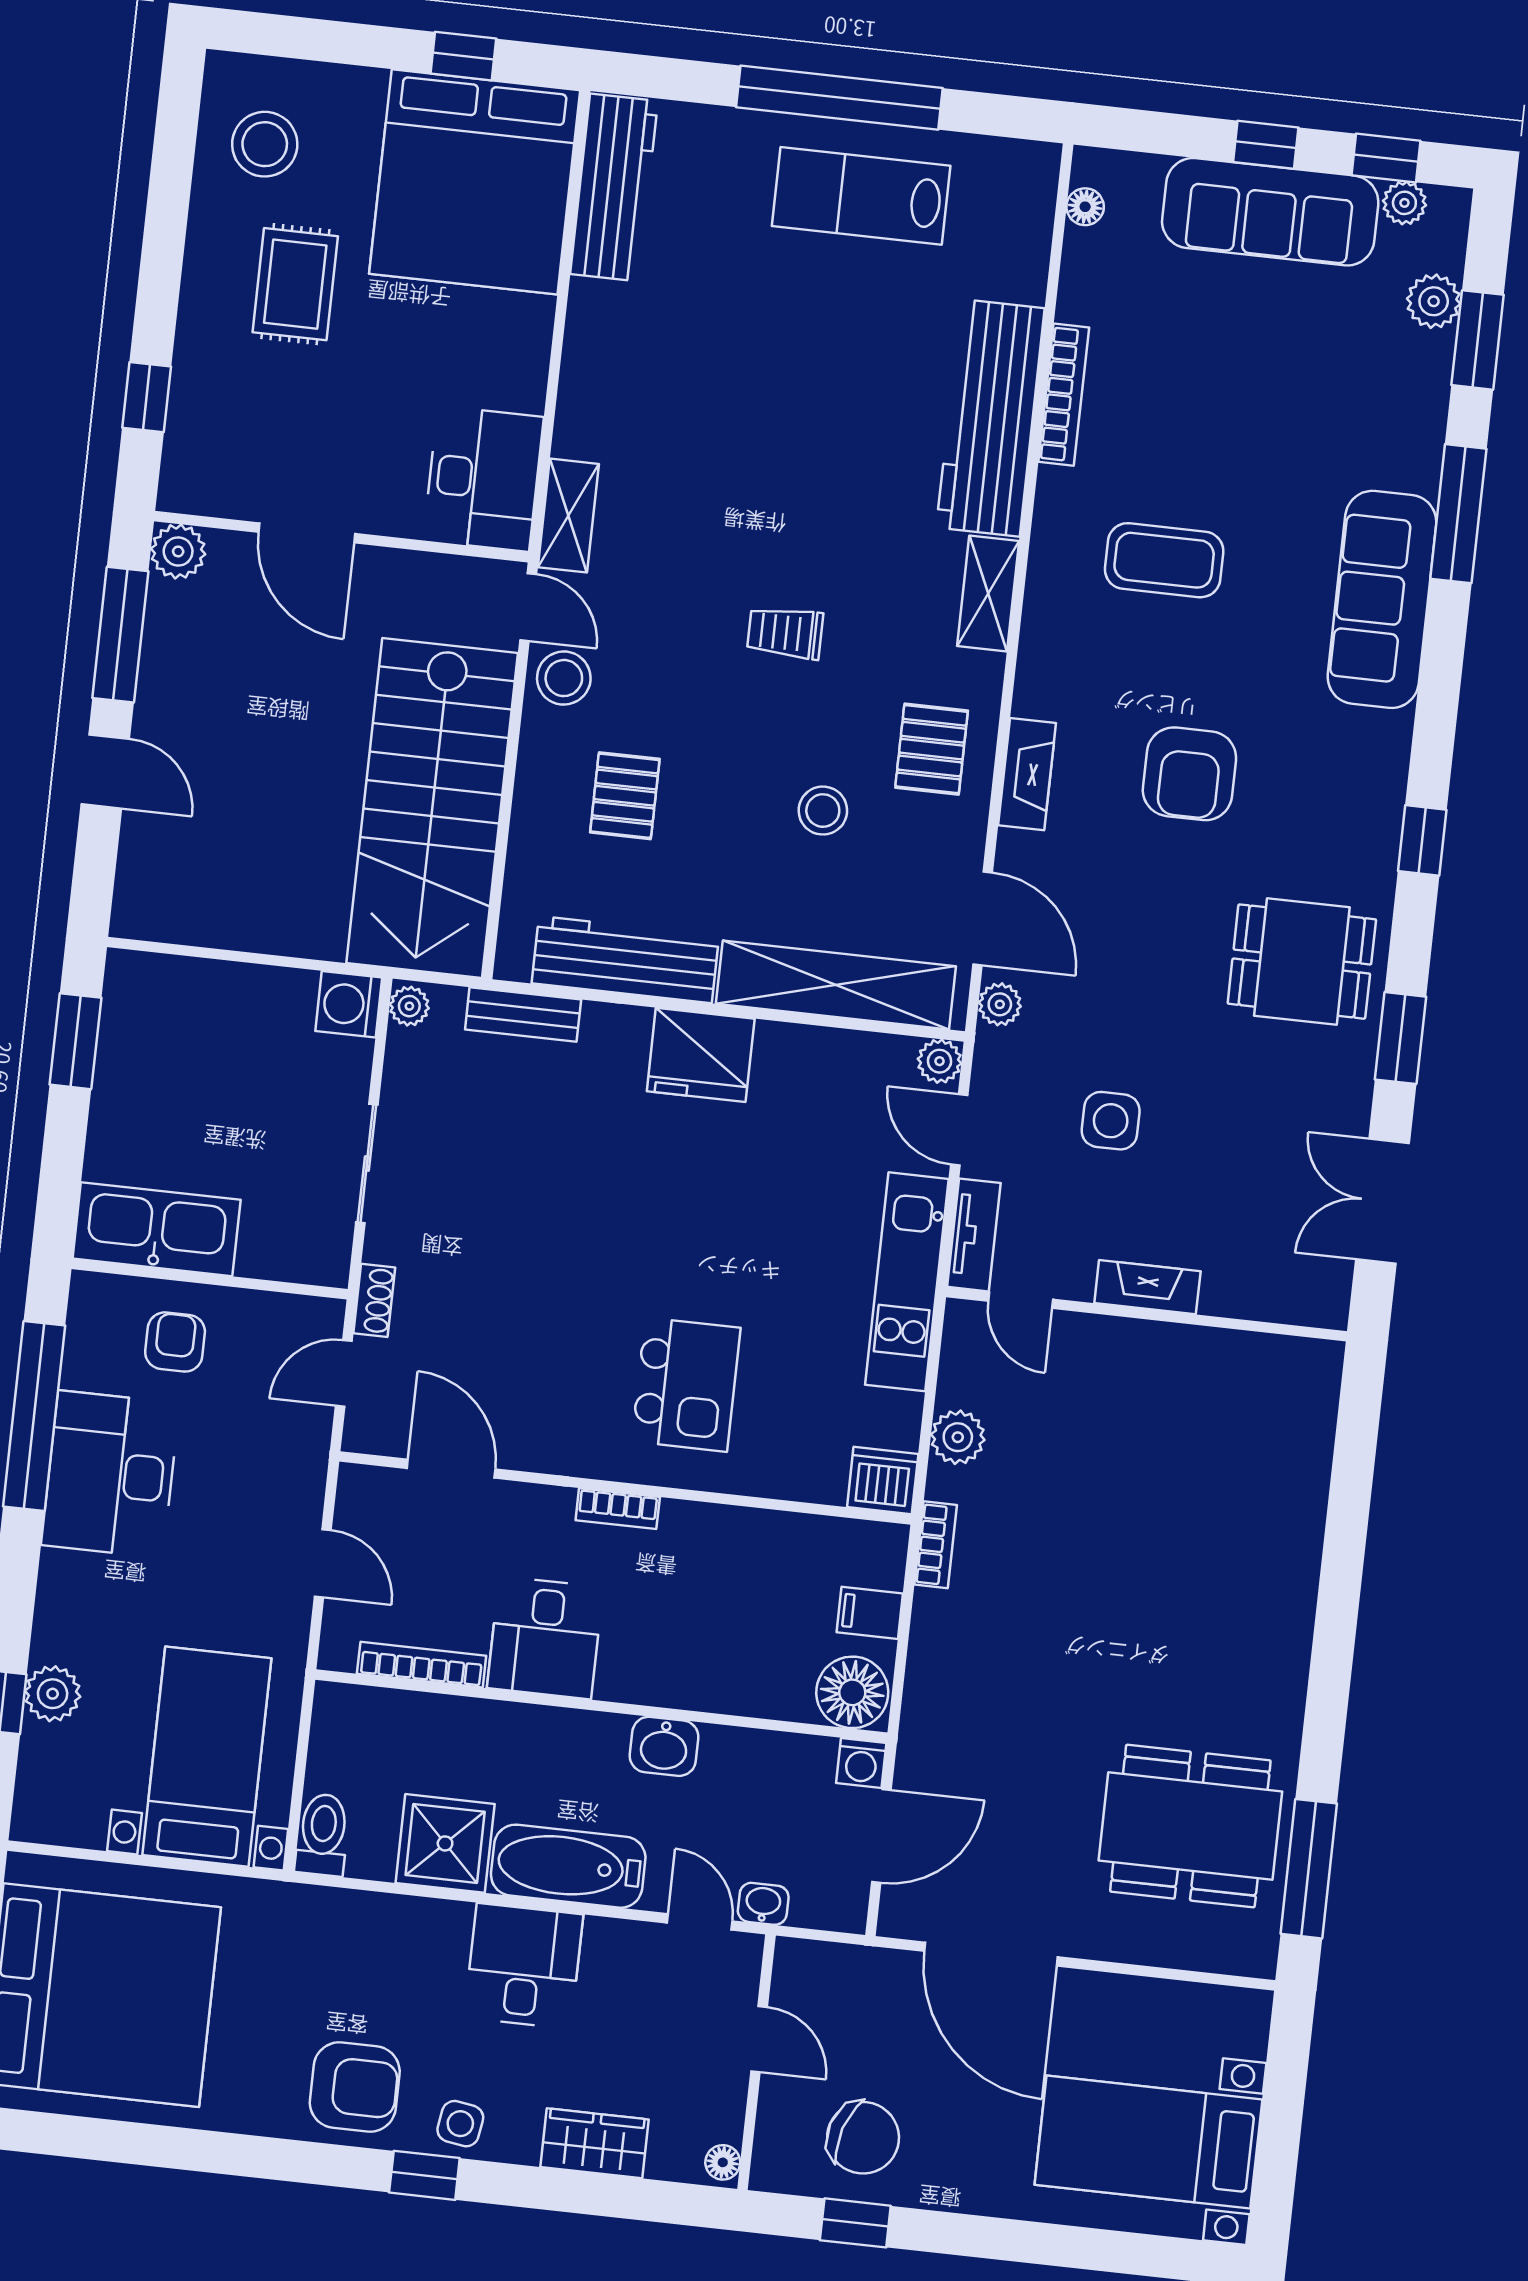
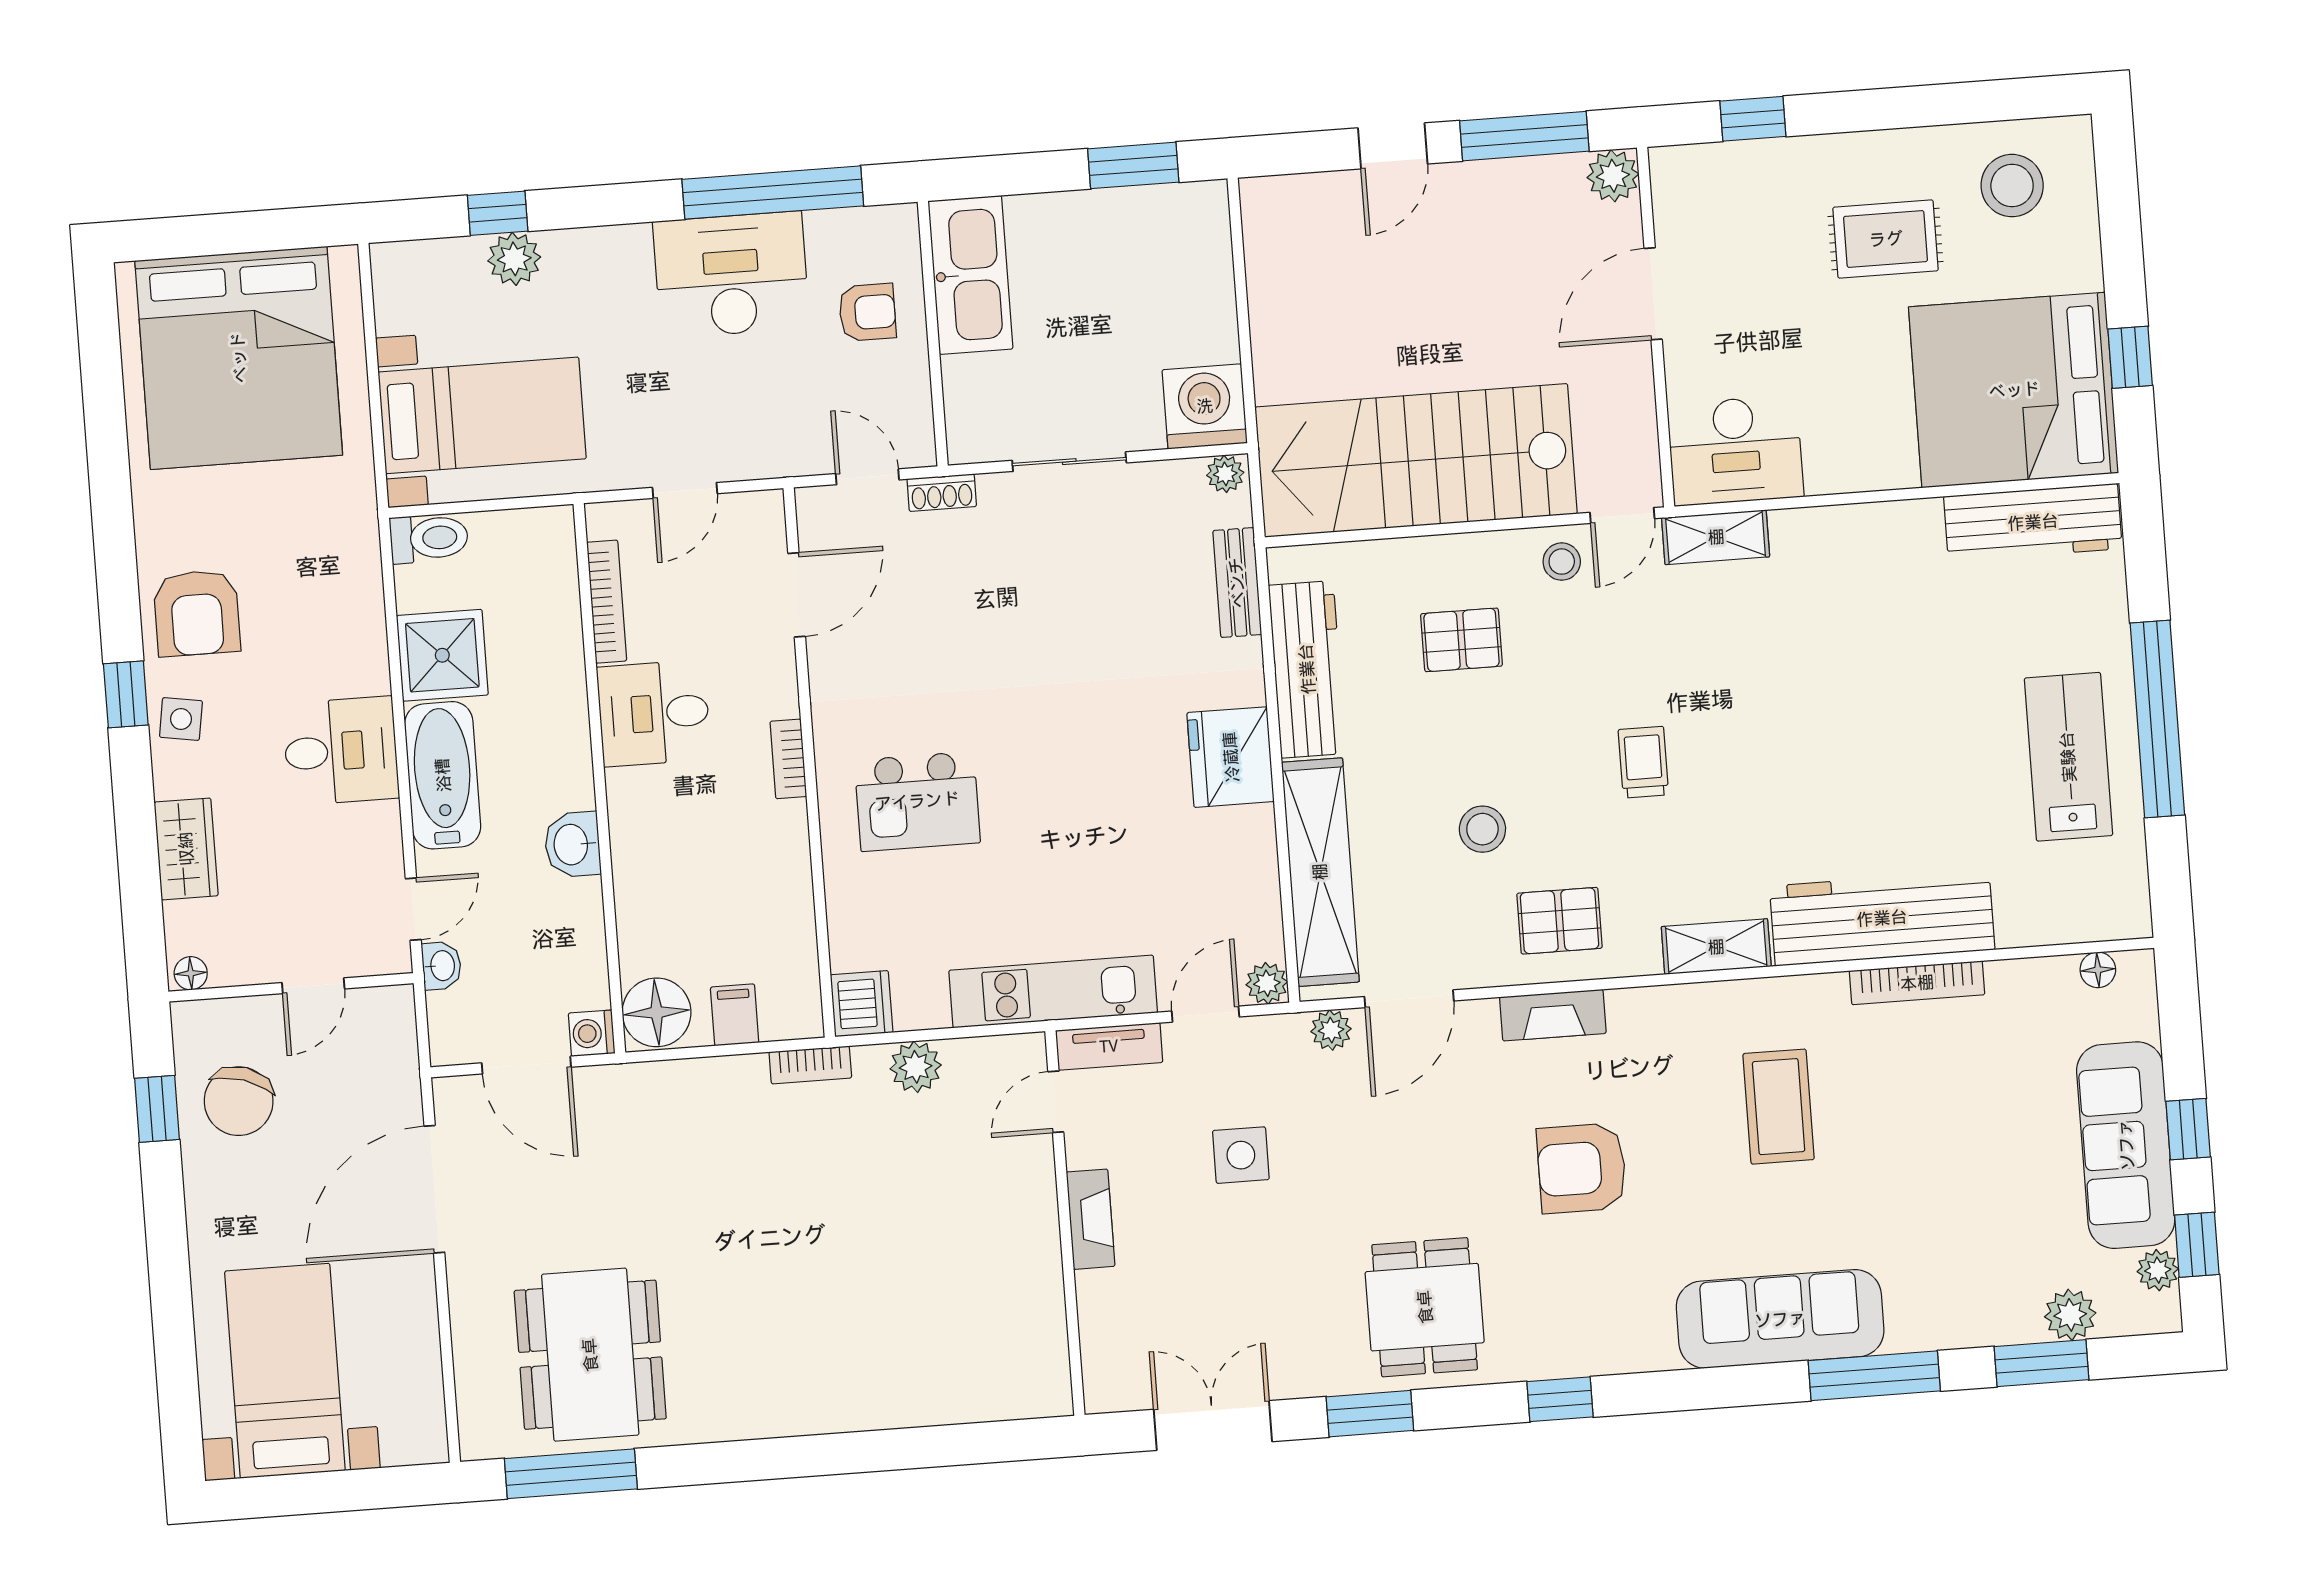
stool: (564, 678) -> (1562, 562), width x0.73, depth x0.73
washing machine: (349, 1004) -> (1205, 406), width x1.37, depth x1.37

